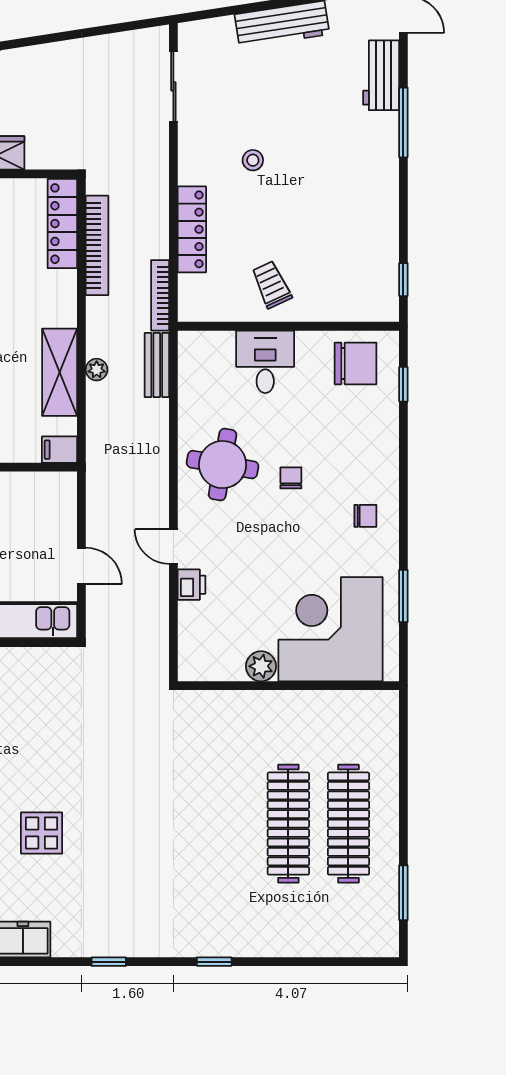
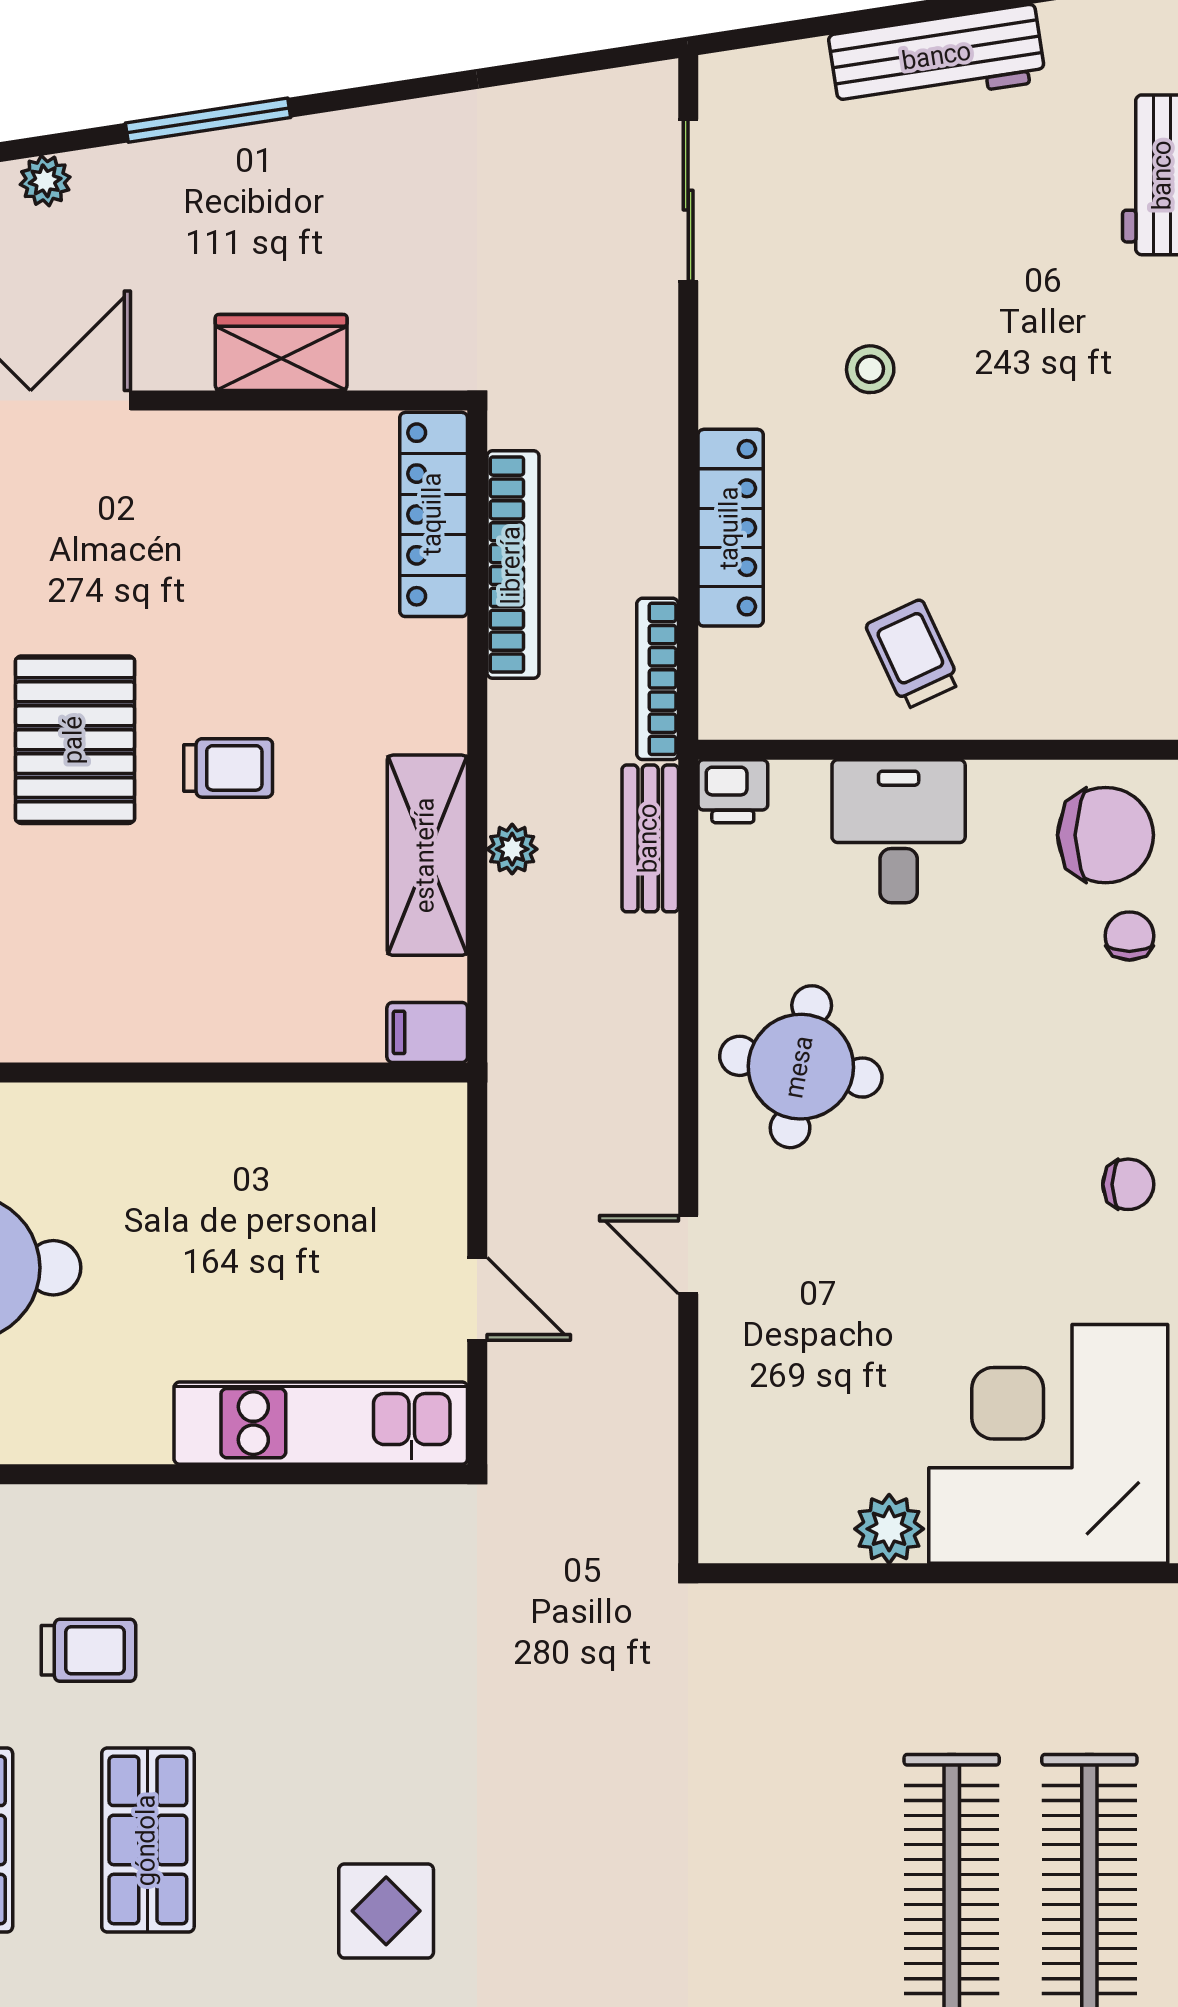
chair: (291, 478) -> (1129, 936), moved
printer: (191, 585) -> (733, 791), moved, turned 90

